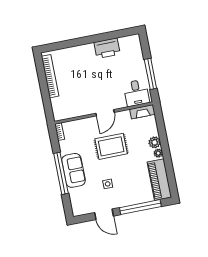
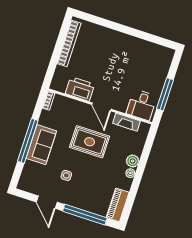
printer: (107, 48) -> (80, 89), moved, turned 180
fireplace: (142, 112) -> (126, 122), moved
door: (105, 113) -> (102, 107), hinge flipped
piano: (159, 180) -> (118, 205), width x0.73, depth x0.75

